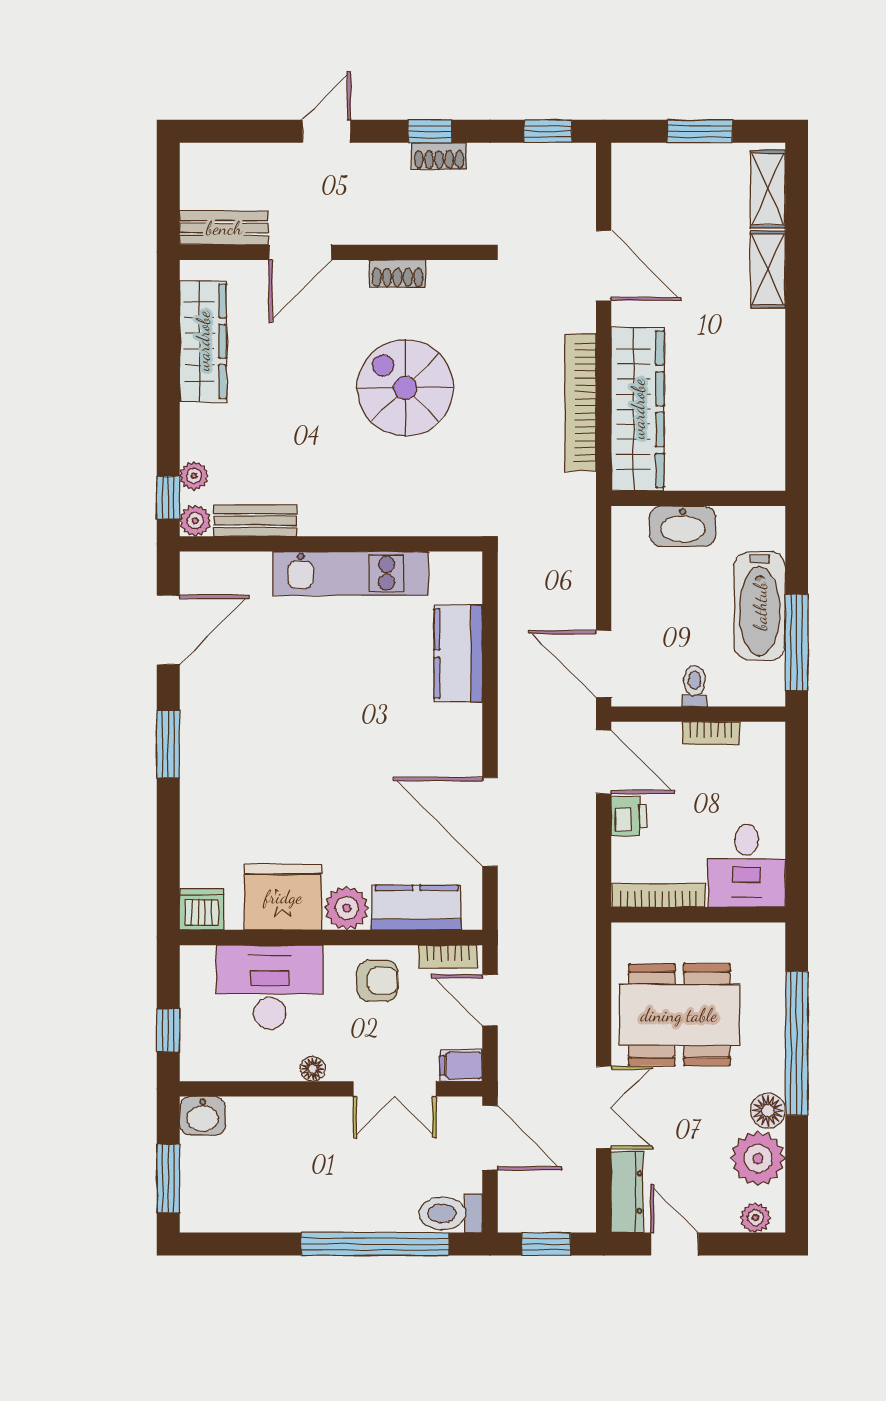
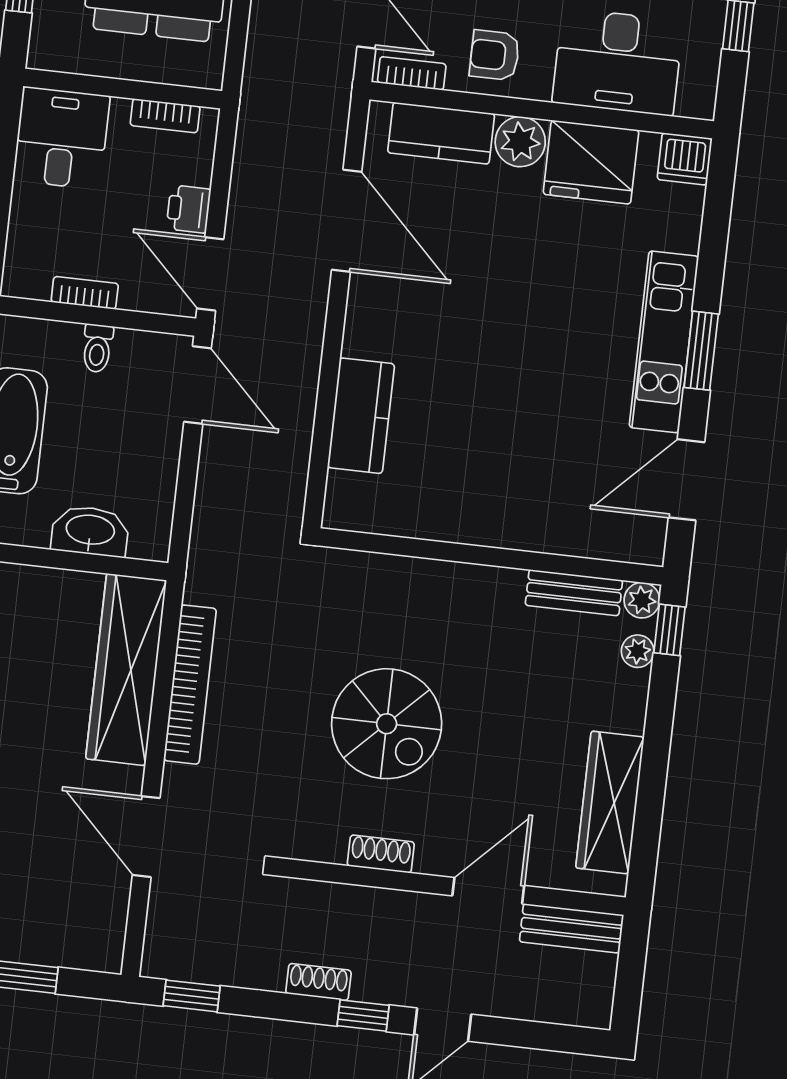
window: (430, 131) -> (363, 1015), moved
kitchen unit: (351, 573) -> (664, 342), moved, turned -90
bookcase: (659, 895) -> (165, 116), width x0.64

